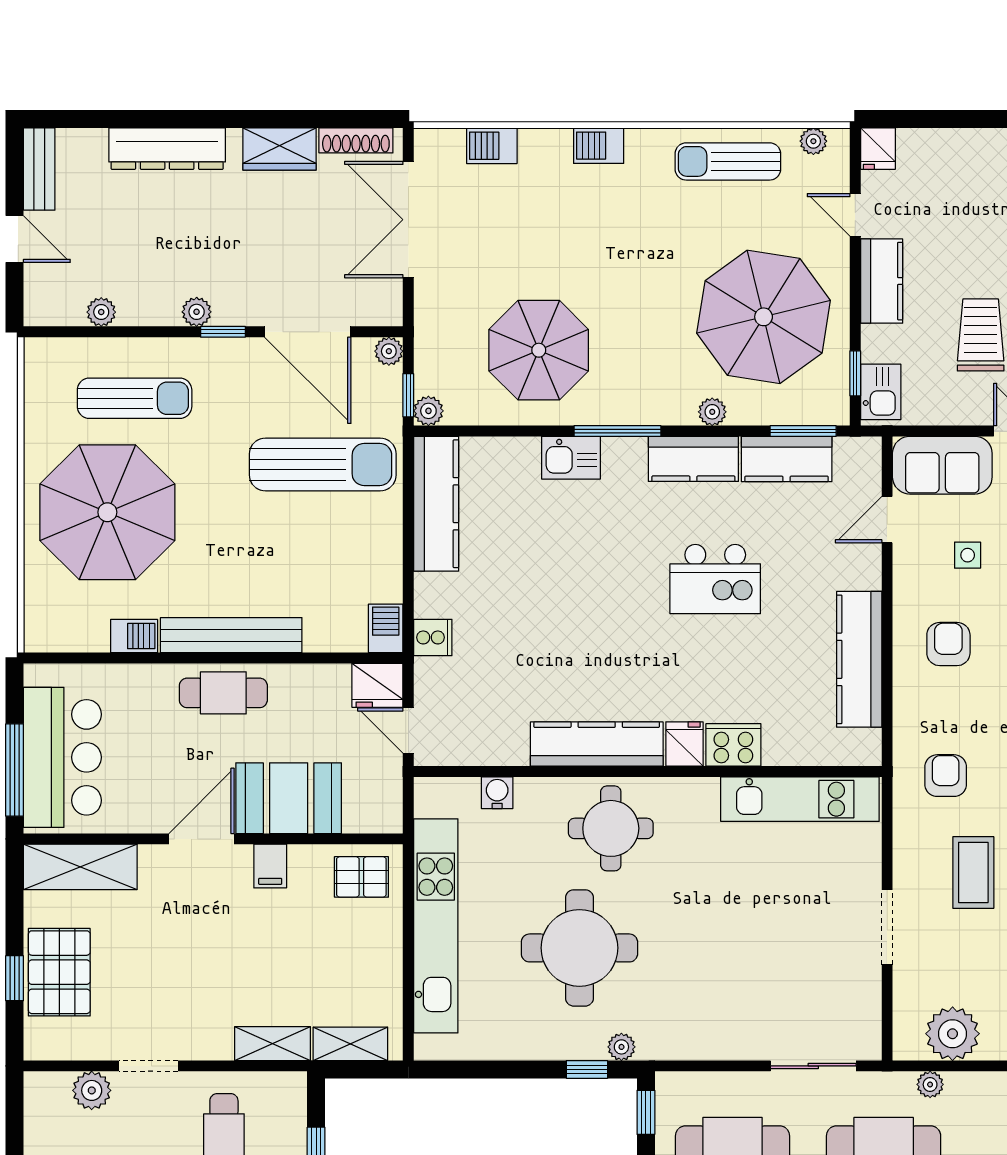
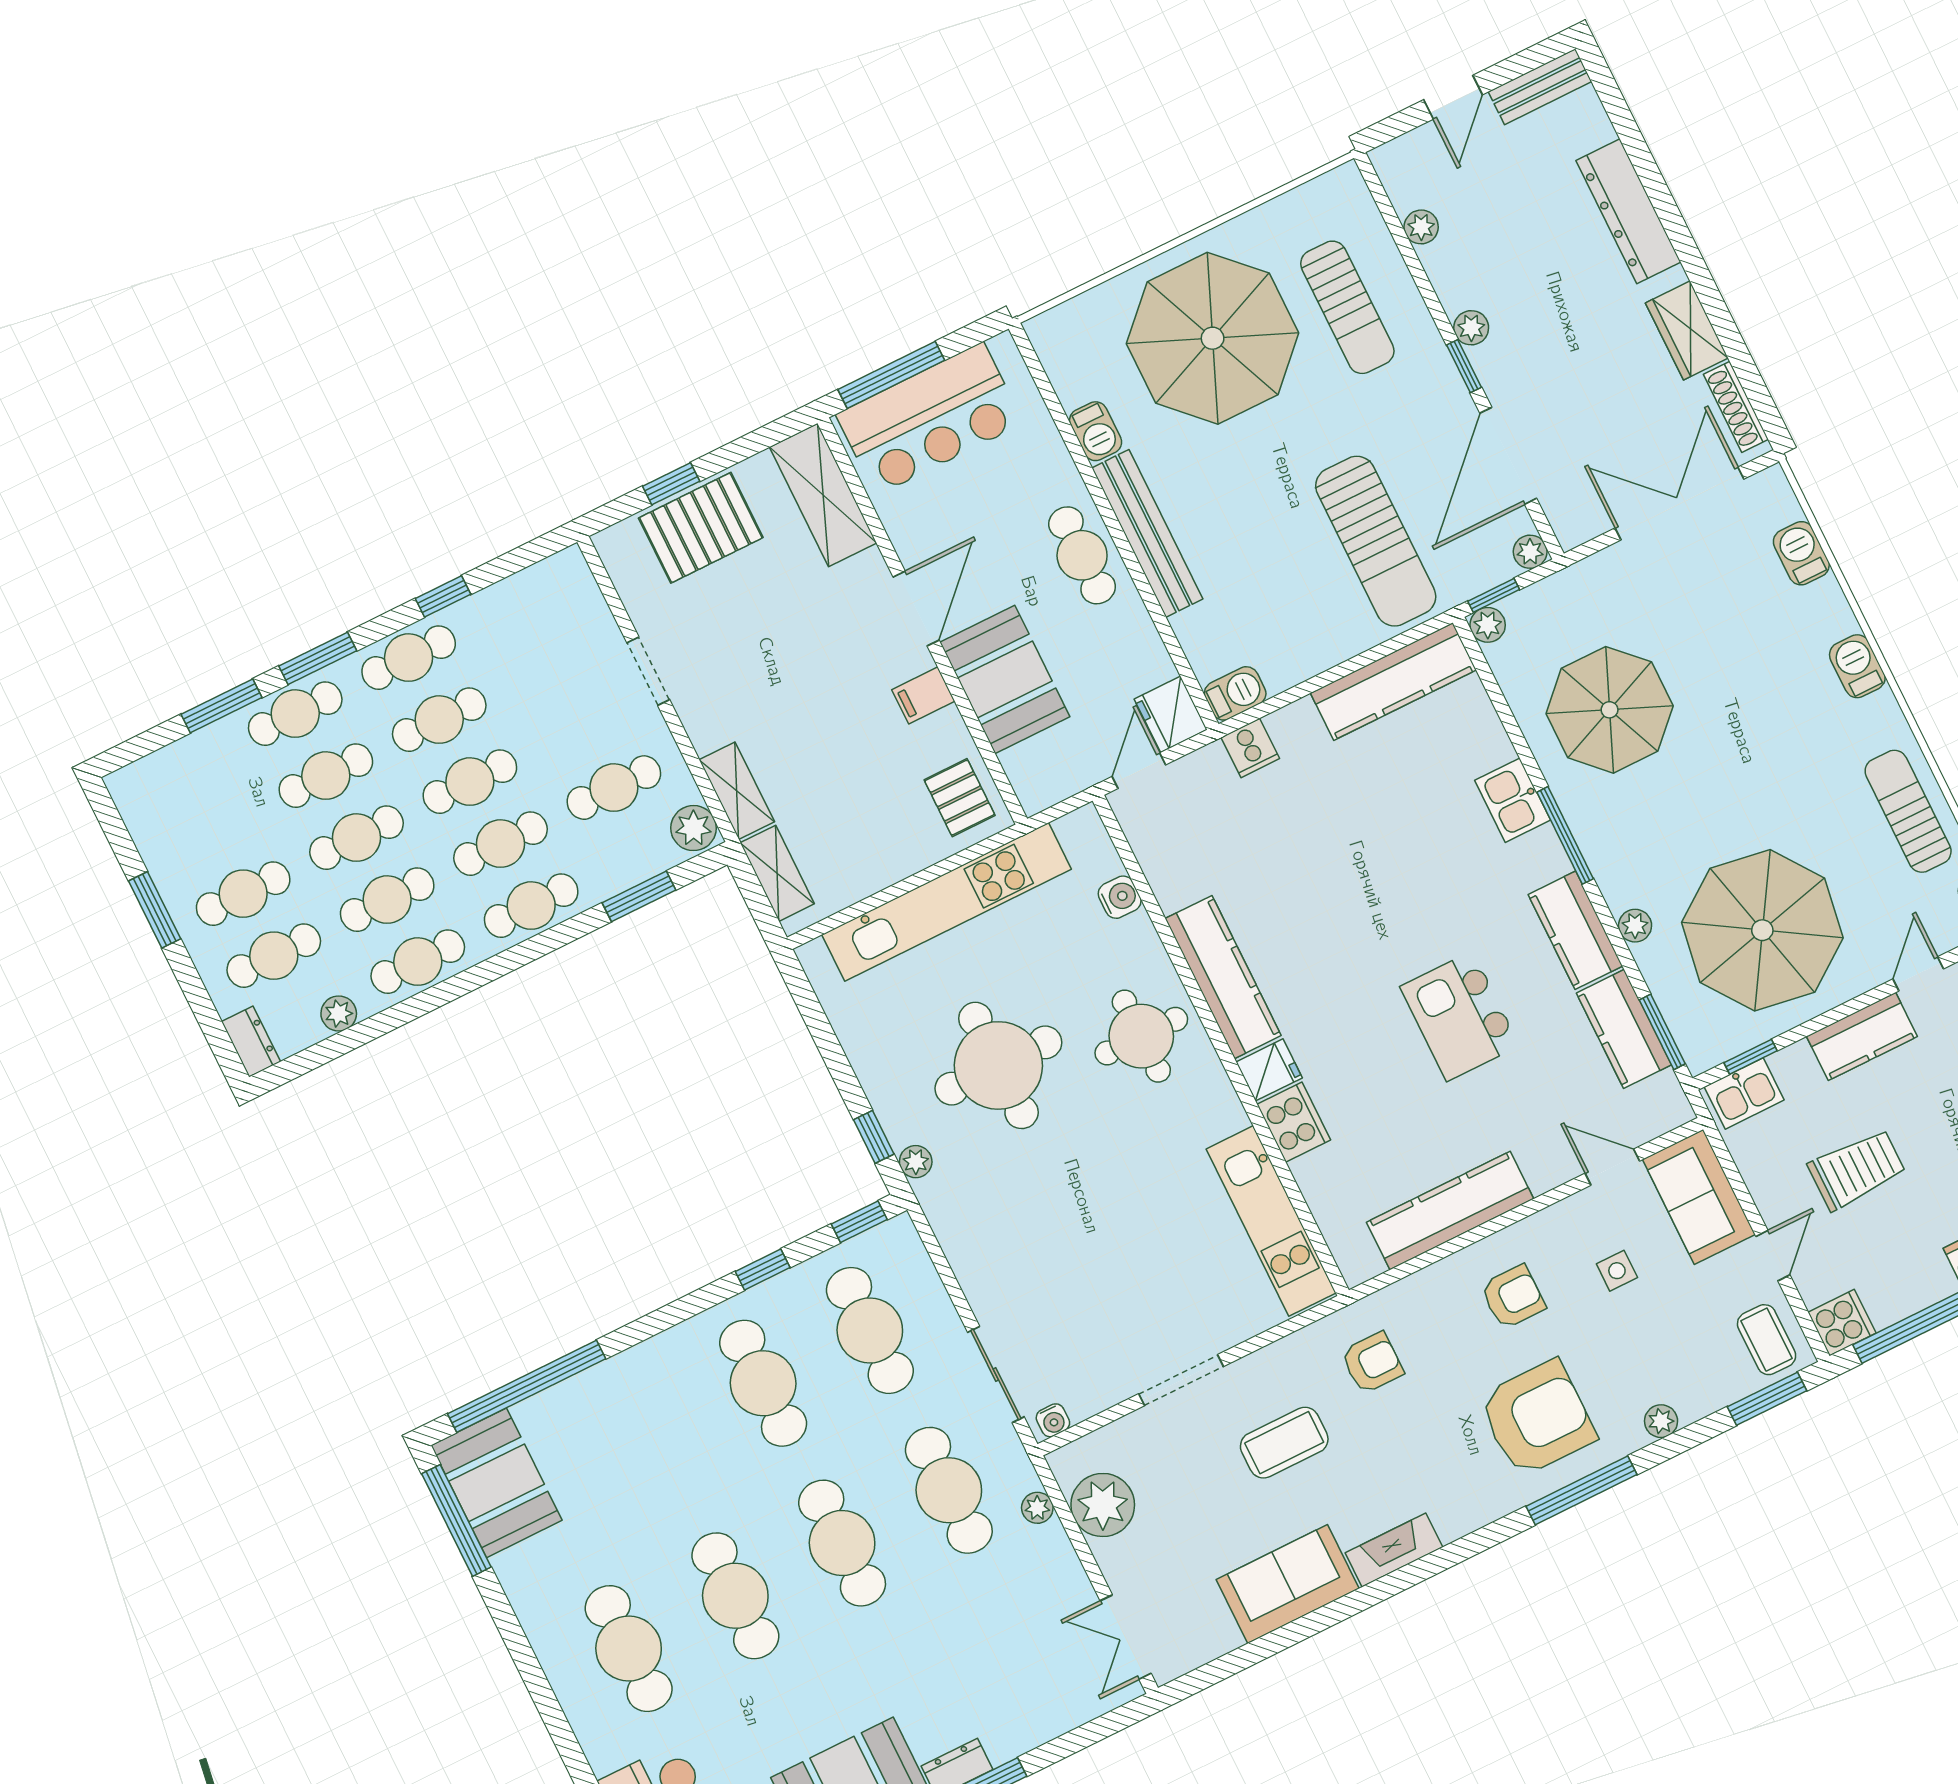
door: (201, 839) -> (916, 609), hinge flipped
water cooler: (869, 1040) -> (1053, 1420), added
plant: (92, 1090) -> (694, 828), moved

